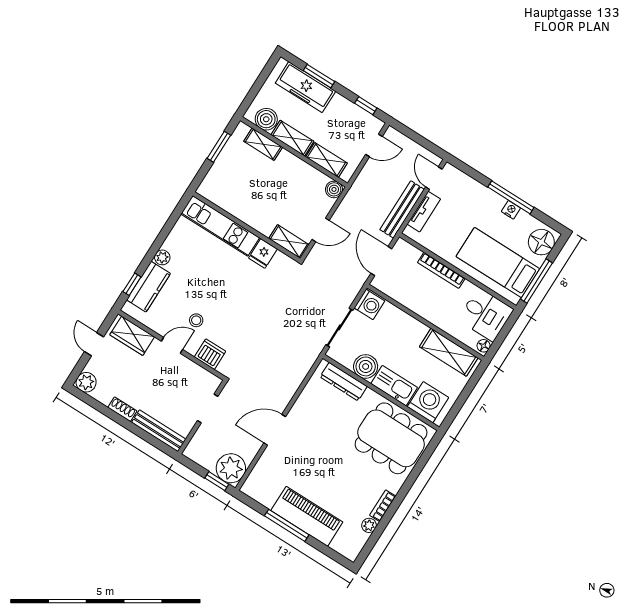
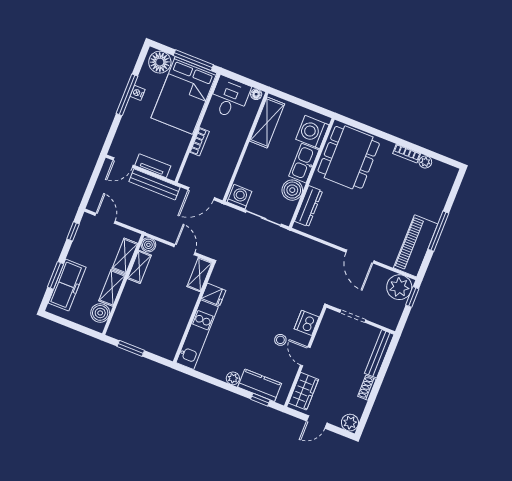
shelving: (263, 144) -> (139, 267), moved
bed: (498, 263) -> (184, 95), width x1.50
bookcase: (441, 270) -> (199, 142), width x0.64
piano: (307, 516) -> (416, 246), moved

